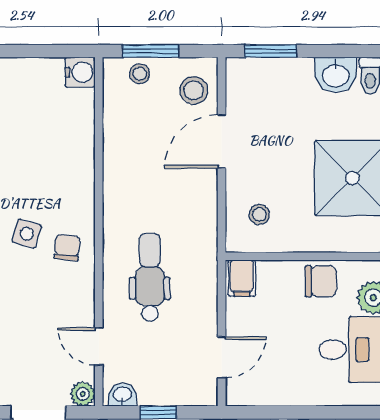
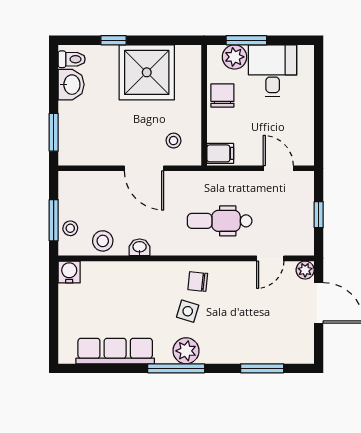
stool: (194, 90) -> (103, 241), moved
door: (222, 141) -> (144, 168), moved
washbasin: (122, 395) -> (140, 247), moved, turned 90

